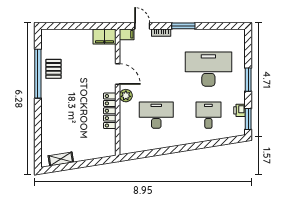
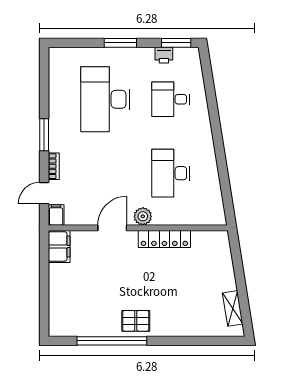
pallet: (53, 69) -> (136, 321), moved

